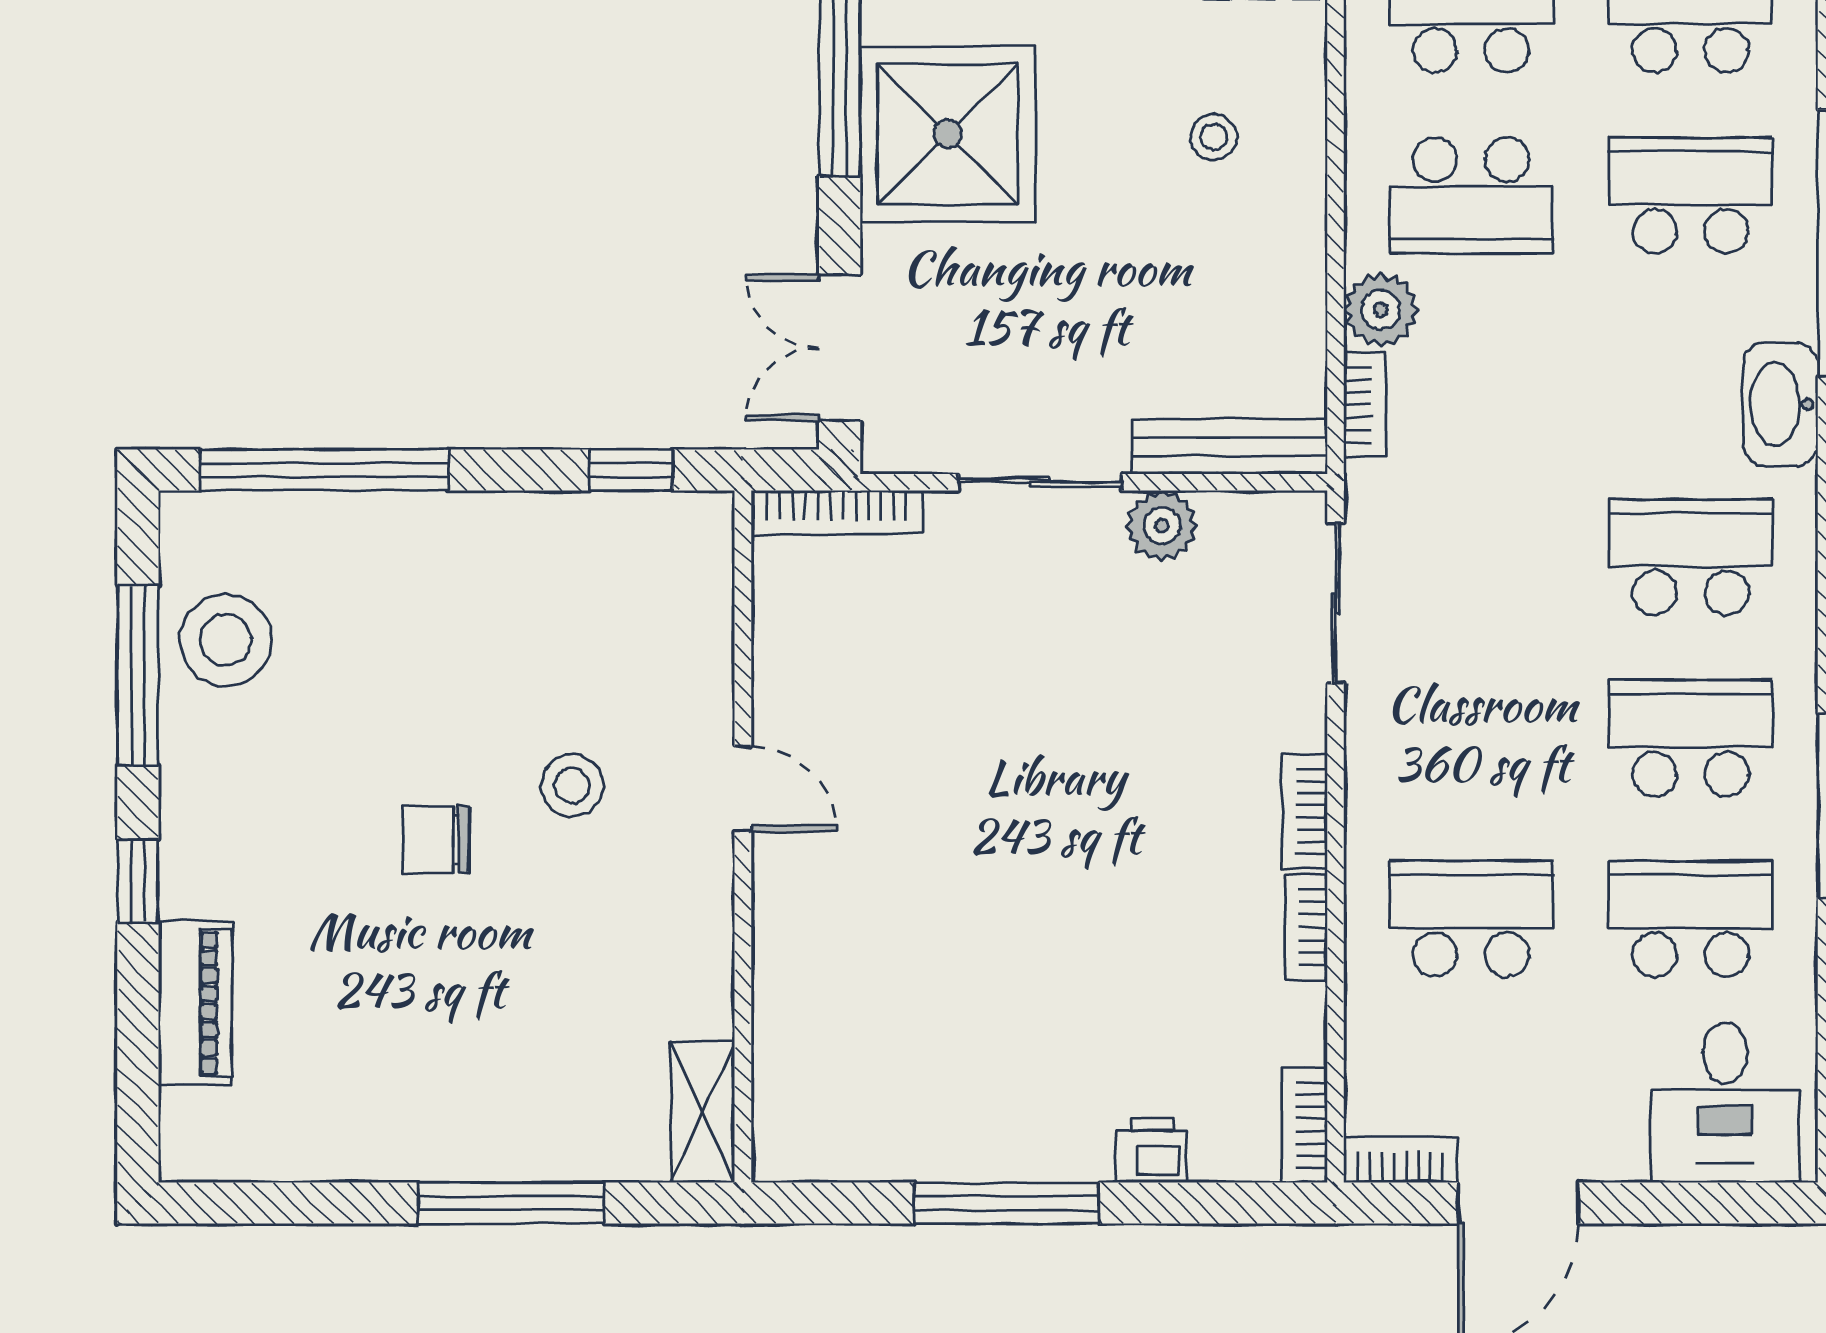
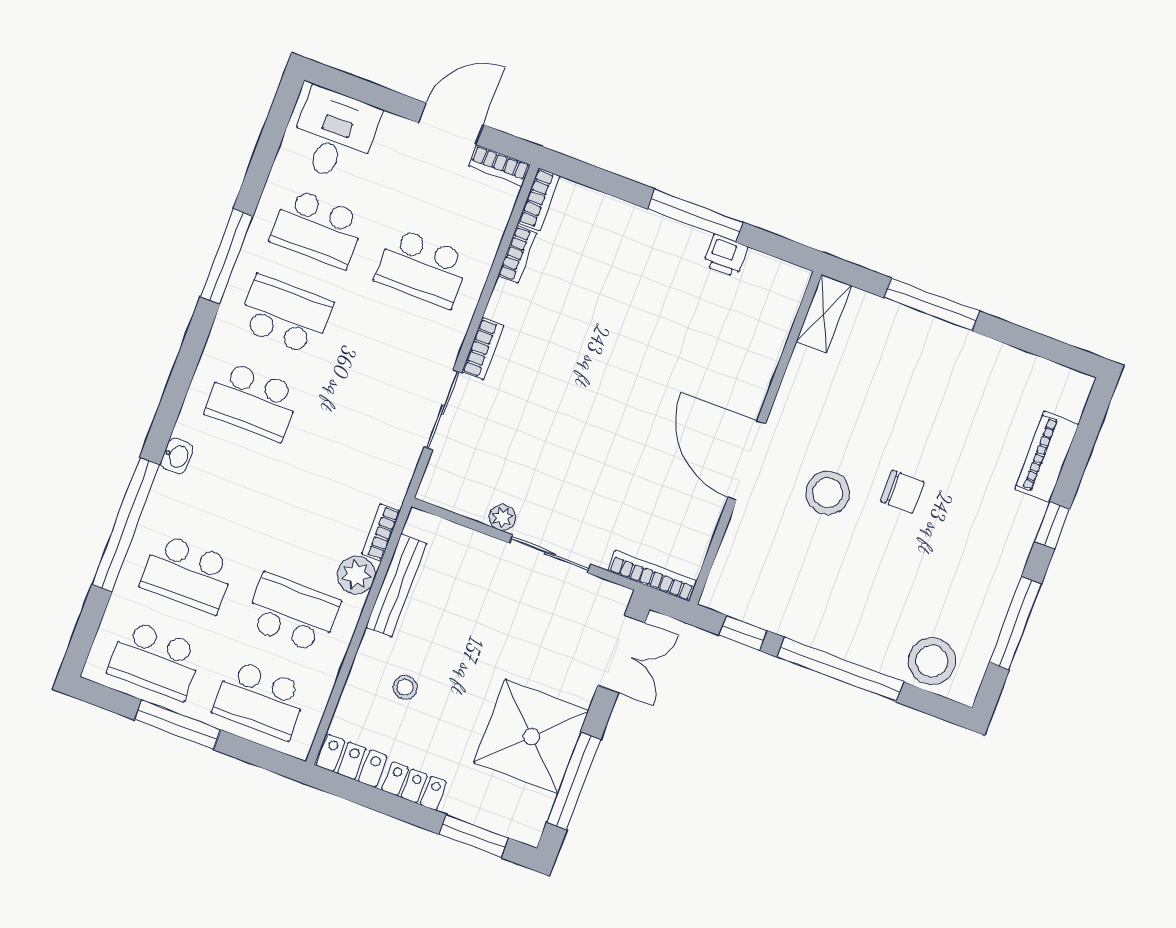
washbasin: (1780, 404) -> (177, 456), width x0.52, depth x0.69
bench: (1229, 447) -> (396, 585), moved, turned 90
window: (324, 470) -> (840, 670), moved
plant: (1162, 526) -> (502, 517), width x0.73, depth x0.73
sliding door: (1336, 603) -> (443, 410), moved
stool: (226, 640) -> (932, 661), moved
school desk: (1691, 738) -> (285, 315), turned 180
stool: (572, 786) -> (828, 493), width x1.38, depth x1.38
door: (743, 789) -> (747, 461), width x1.87
bookcase: (1306, 927) -> (517, 254), moved
printer: (1151, 1150) -> (726, 256), moved

